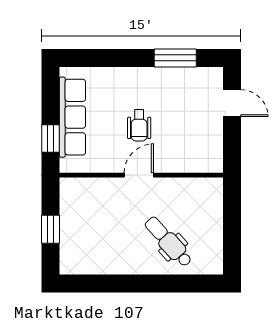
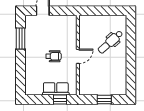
row of seats: (72, 117) -> (56, 89), width x0.68
door: (139, 175) -> (78, 56), swing flipped

